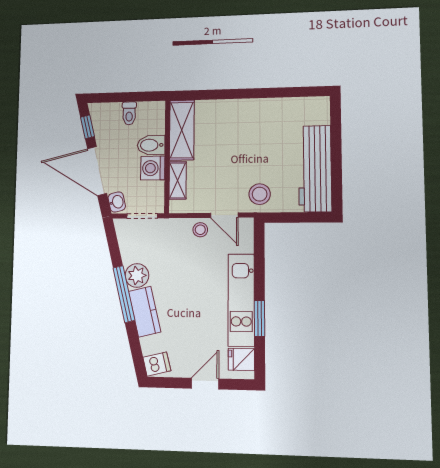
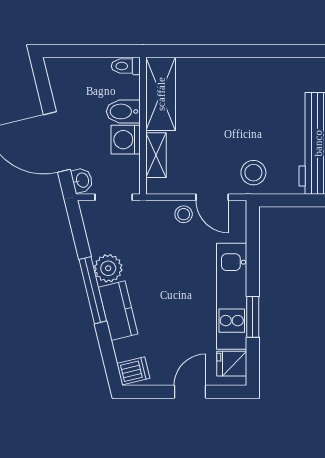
toilet: (129, 113) -> (126, 66), moved, turned 90
window: (87, 127) -> (44, 87), removed

